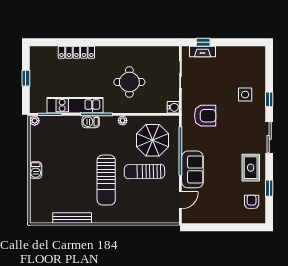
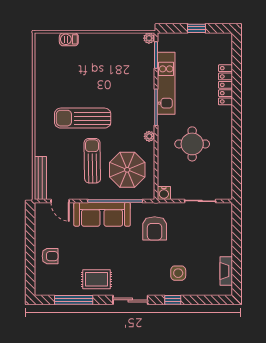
window: (203, 42) -> (237, 226), removed
fireplace: (202, 52) -> (226, 271), moved
barbecue: (91, 122) -> (148, 101), removed
sofa: (192, 169) -> (102, 214), width x1.36
barbecue: (36, 170) -> (69, 39), moved
window: (269, 188) -> (74, 300), width x2.17
armchair: (252, 202) -> (50, 256), moved
bench: (72, 218) -> (40, 178), moved

